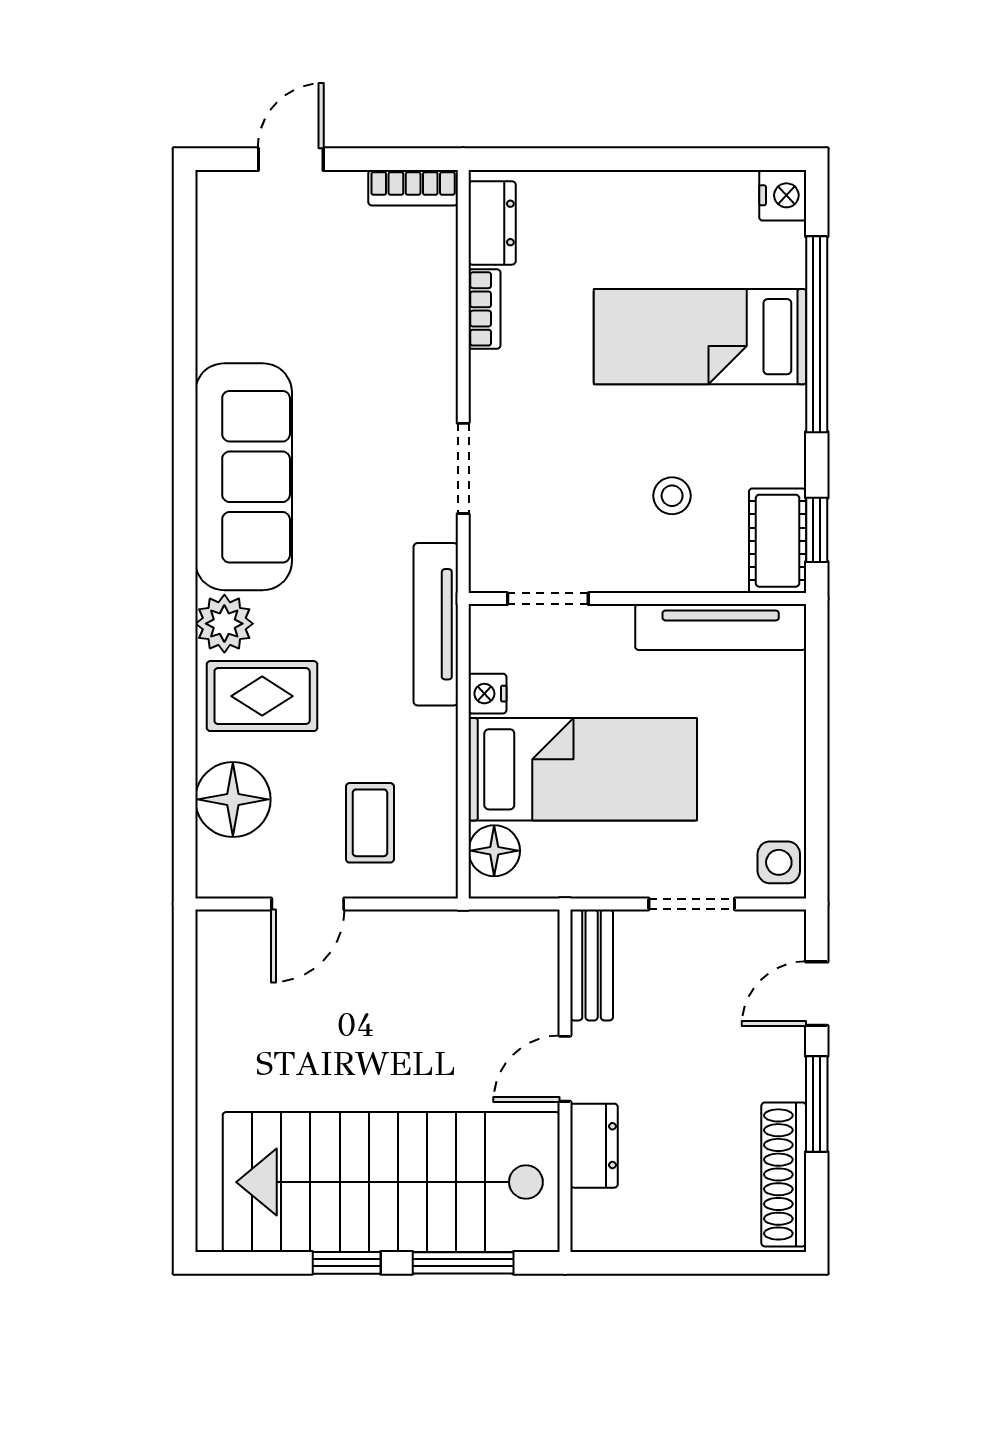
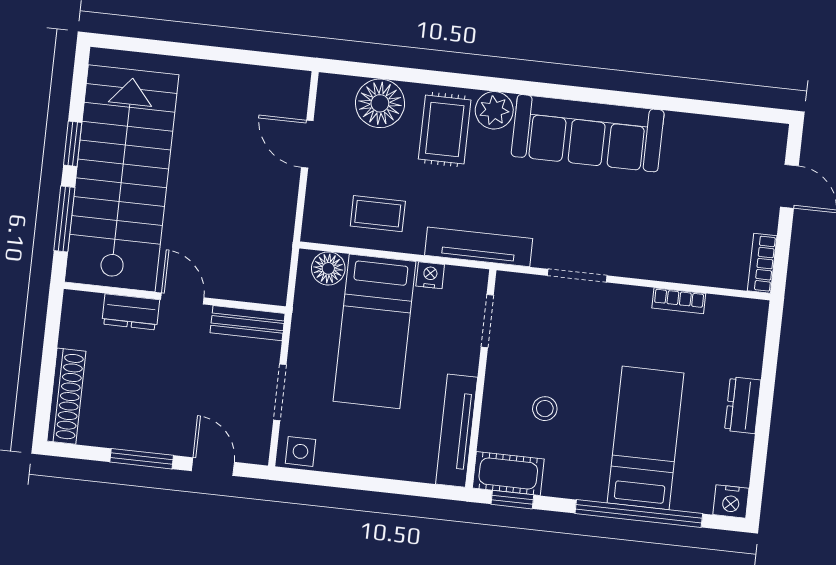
dresser: (492, 223) -> (743, 405), moved, turned 90
coffee table: (370, 823) -> (378, 214), moved
shoe rack: (784, 1174) -> (66, 396), moved, turned 90

